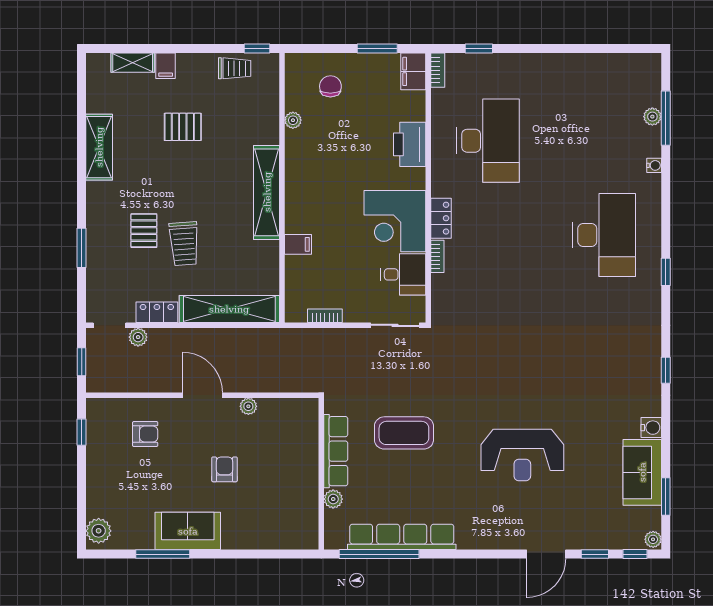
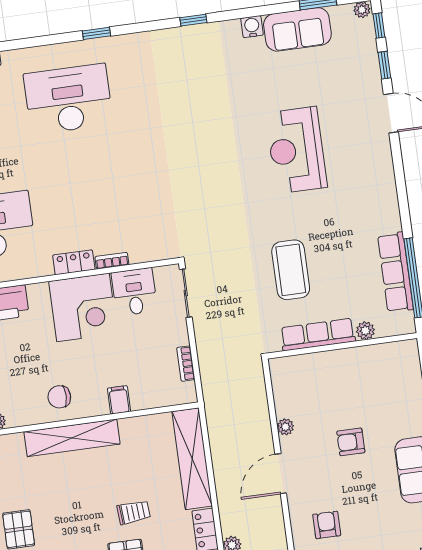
chair: (309, 185) -> (59, 397), added
trolley: (184, 244) -> (134, 512), width x0.73, depth x0.72
reception desk: (522, 455) -> (296, 150), turned 180
row of seats: (402, 537) -> (395, 272), width x0.73

